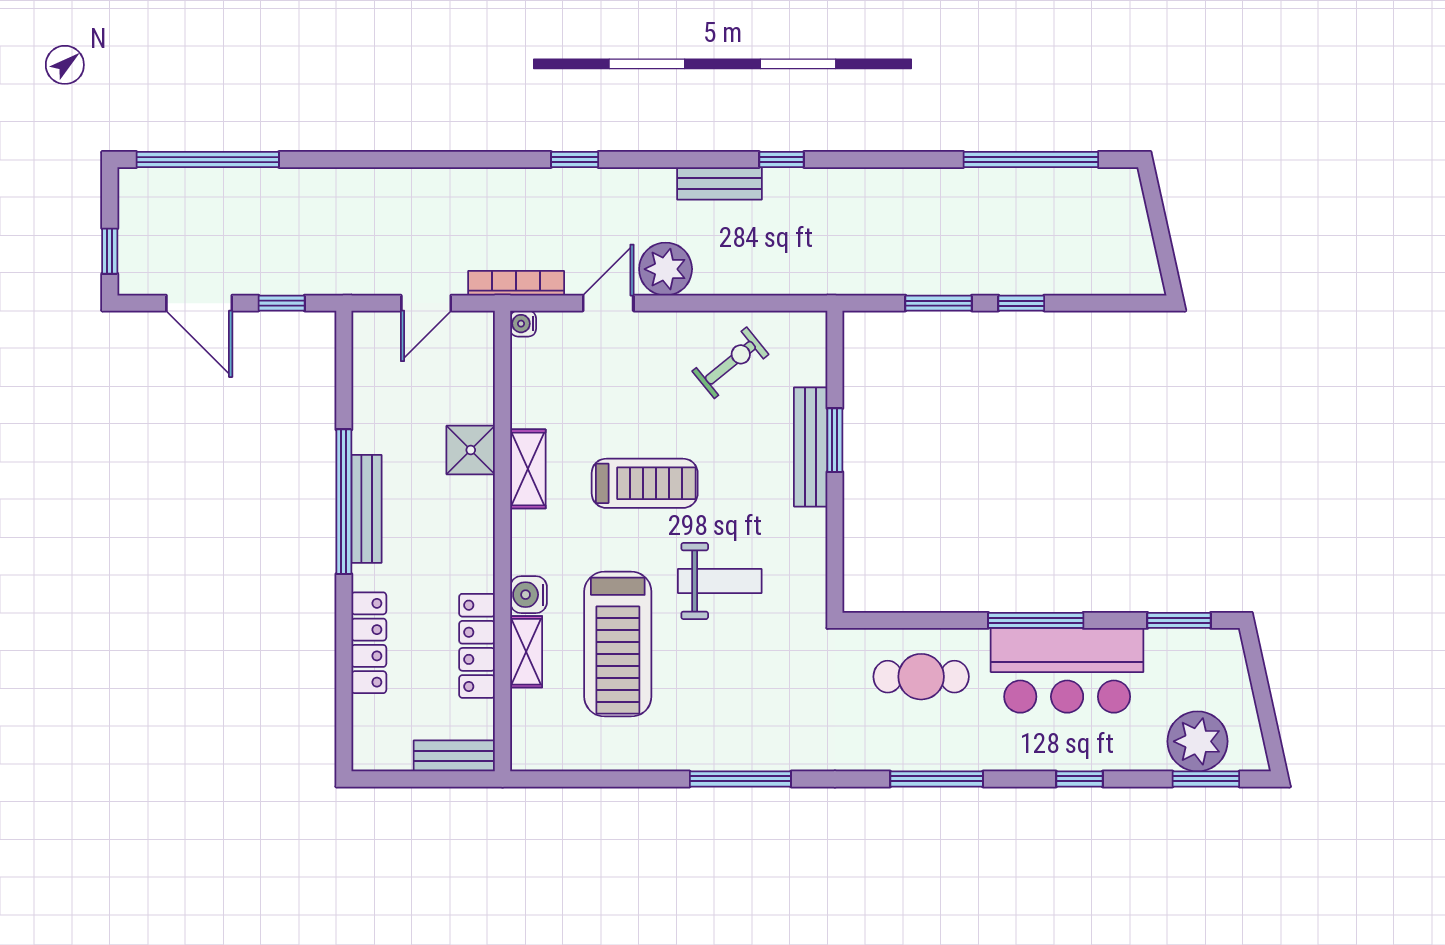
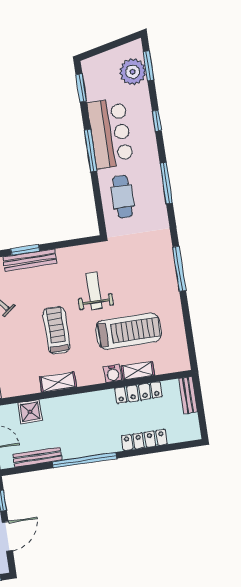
shower: (471, 450) -> (30, 412), moved
bench: (367, 509) -> (37, 457), moved

